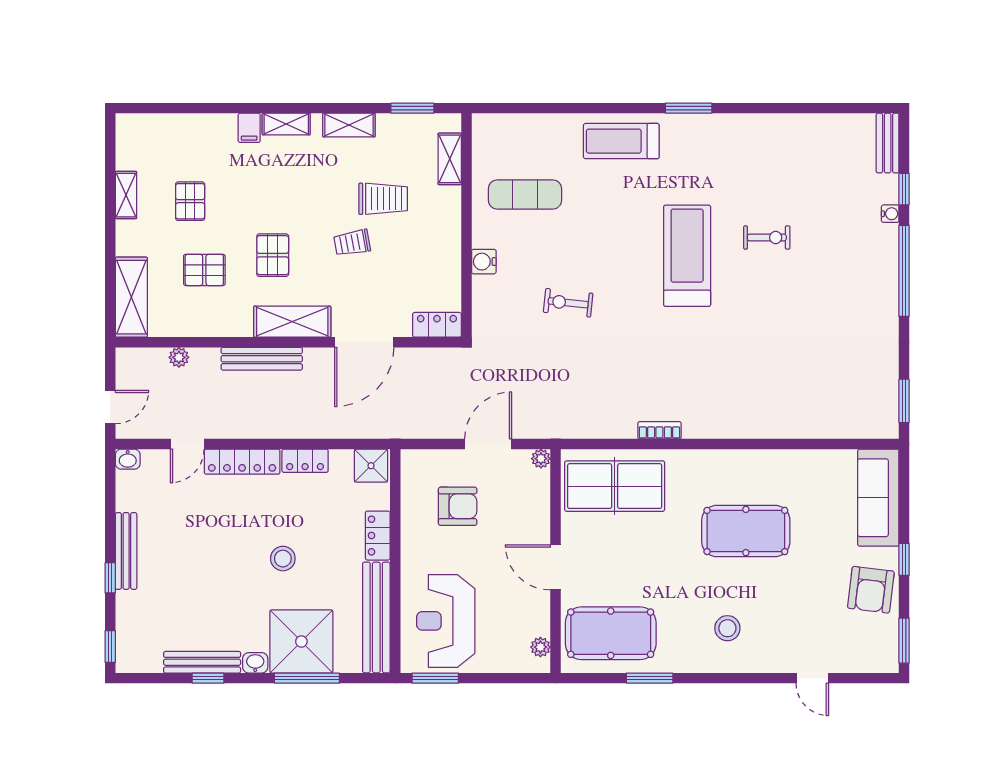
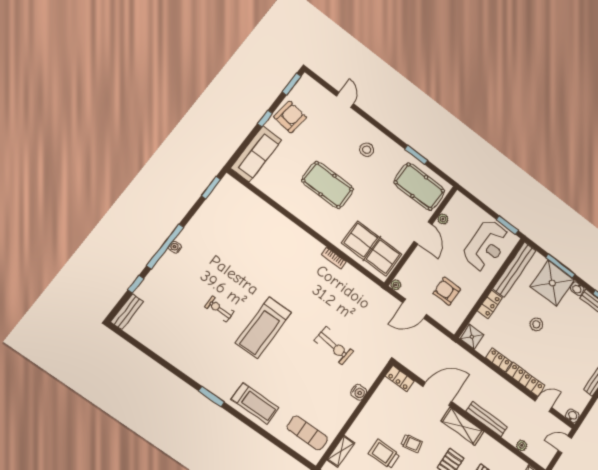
exercise mat: (525, 194) -> (307, 433), moved
water cooler: (890, 214) -> (175, 247), moved
exercise bike: (568, 303) -> (334, 346), width x1.38, depth x1.39
plant: (540, 647) -> (443, 219), moved

